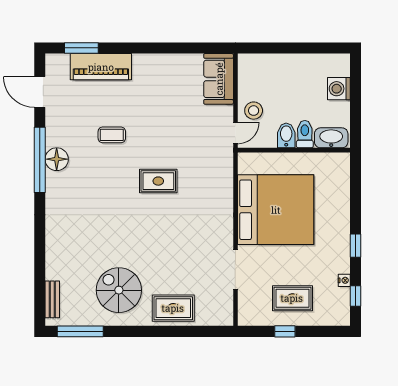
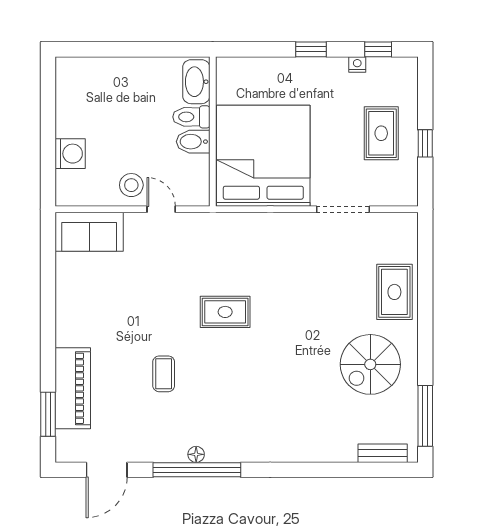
washing machine: (339, 89) -> (70, 154), moved, turned -90
toilet: (305, 134) -> (191, 117), moved
bidet: (286, 135) -> (193, 142), moved
washbasin: (331, 138) -> (196, 82), moved
wall: (294, 150) -> (213, 131), moved
floor lamp: (57, 159) -> (196, 454), width x0.53, depth x0.53
rug: (158, 181) -> (225, 312), turned 90

